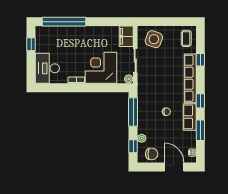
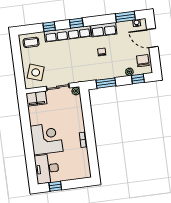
window: (64, 22) -> (30, 158), removed
desk: (47, 68) -> (47, 169), moved, turned 90
corner desk: (101, 68) -> (47, 139), moved, turned 180
window: (200, 101) -> (76, 23), moved
window: (133, 112) -> (106, 83), width x0.69
window: (200, 130) -> (125, 17), moved
door: (174, 167) -> (152, 38), hinge flipped

